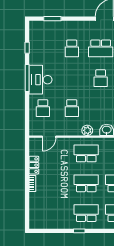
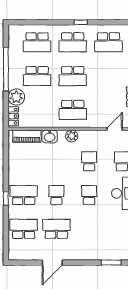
school desk: (72, 48) -> (89, 195), moved
school desk: (55, 213) -> (108, 42), added

